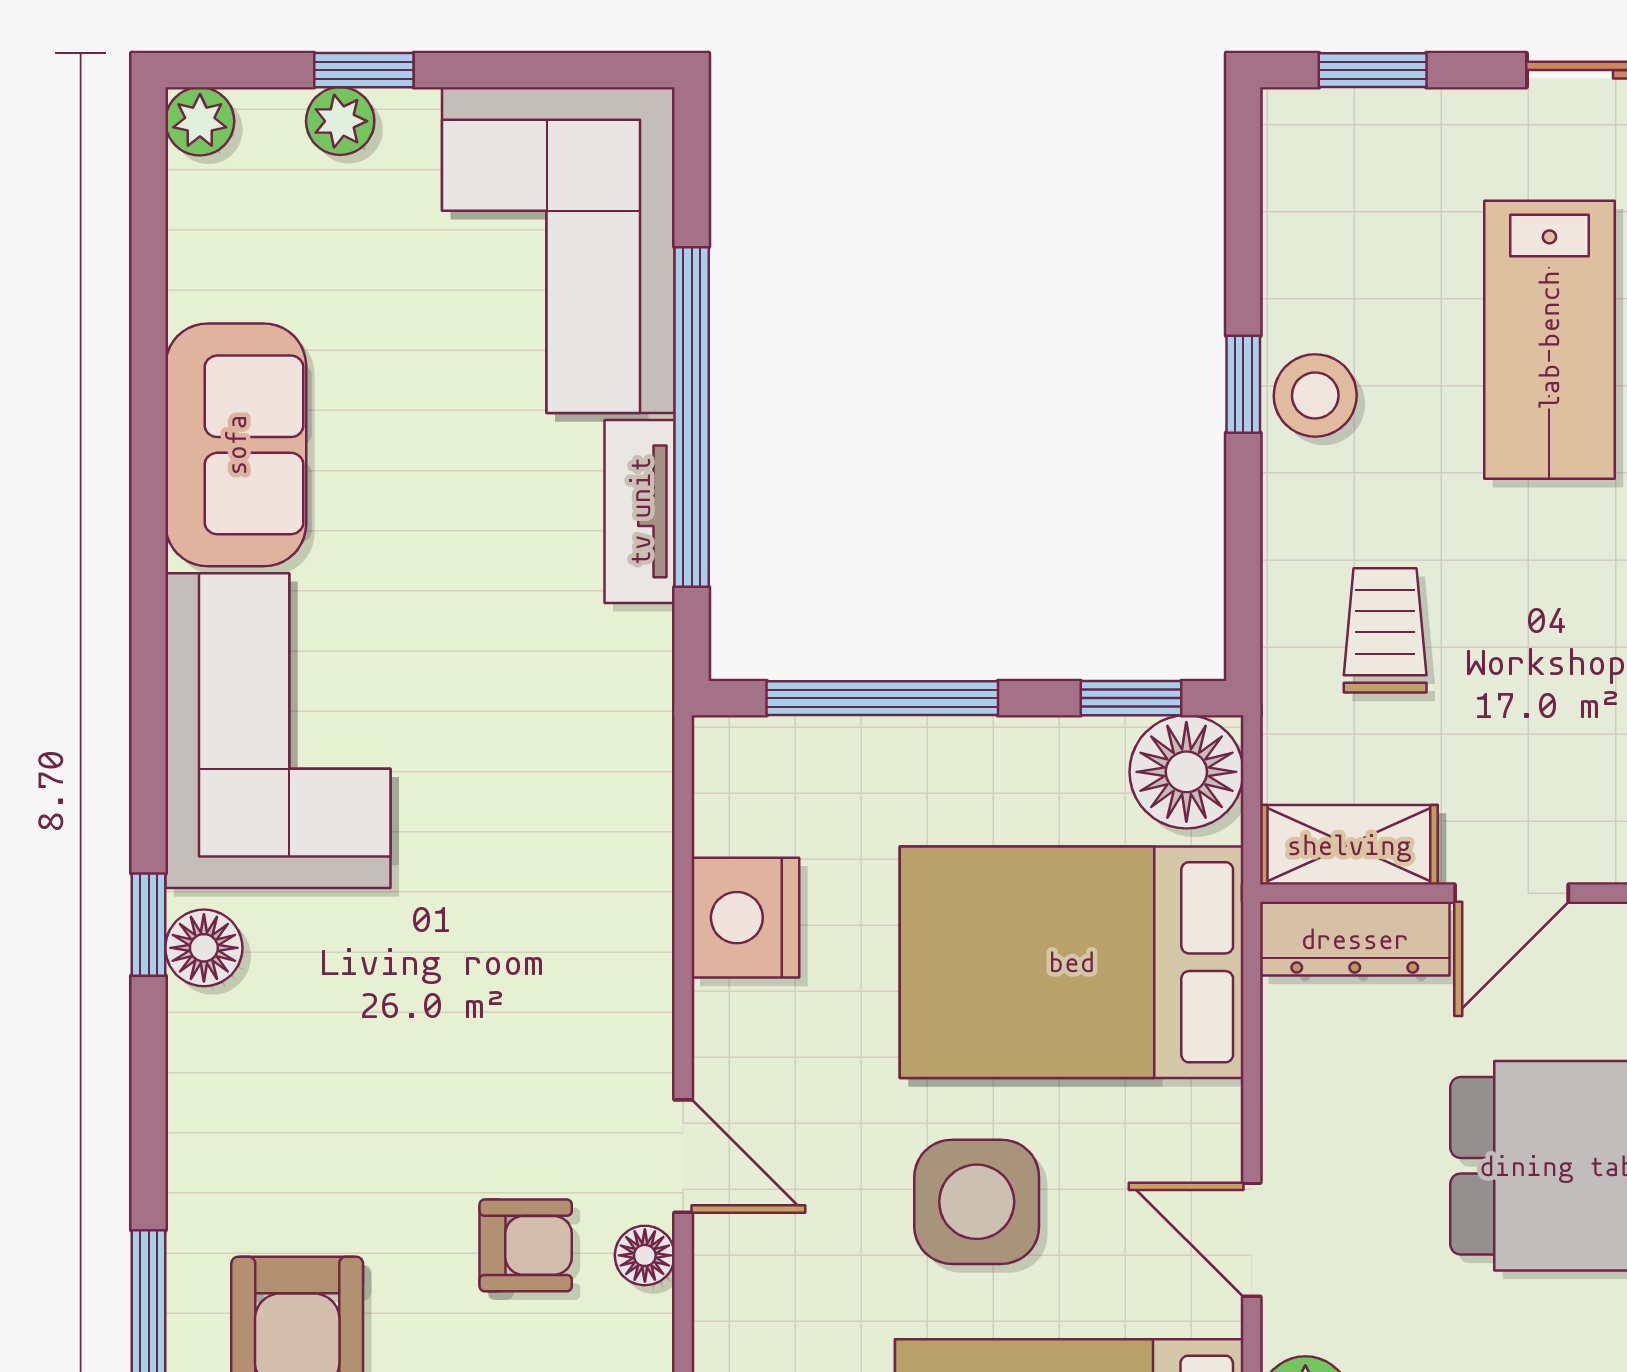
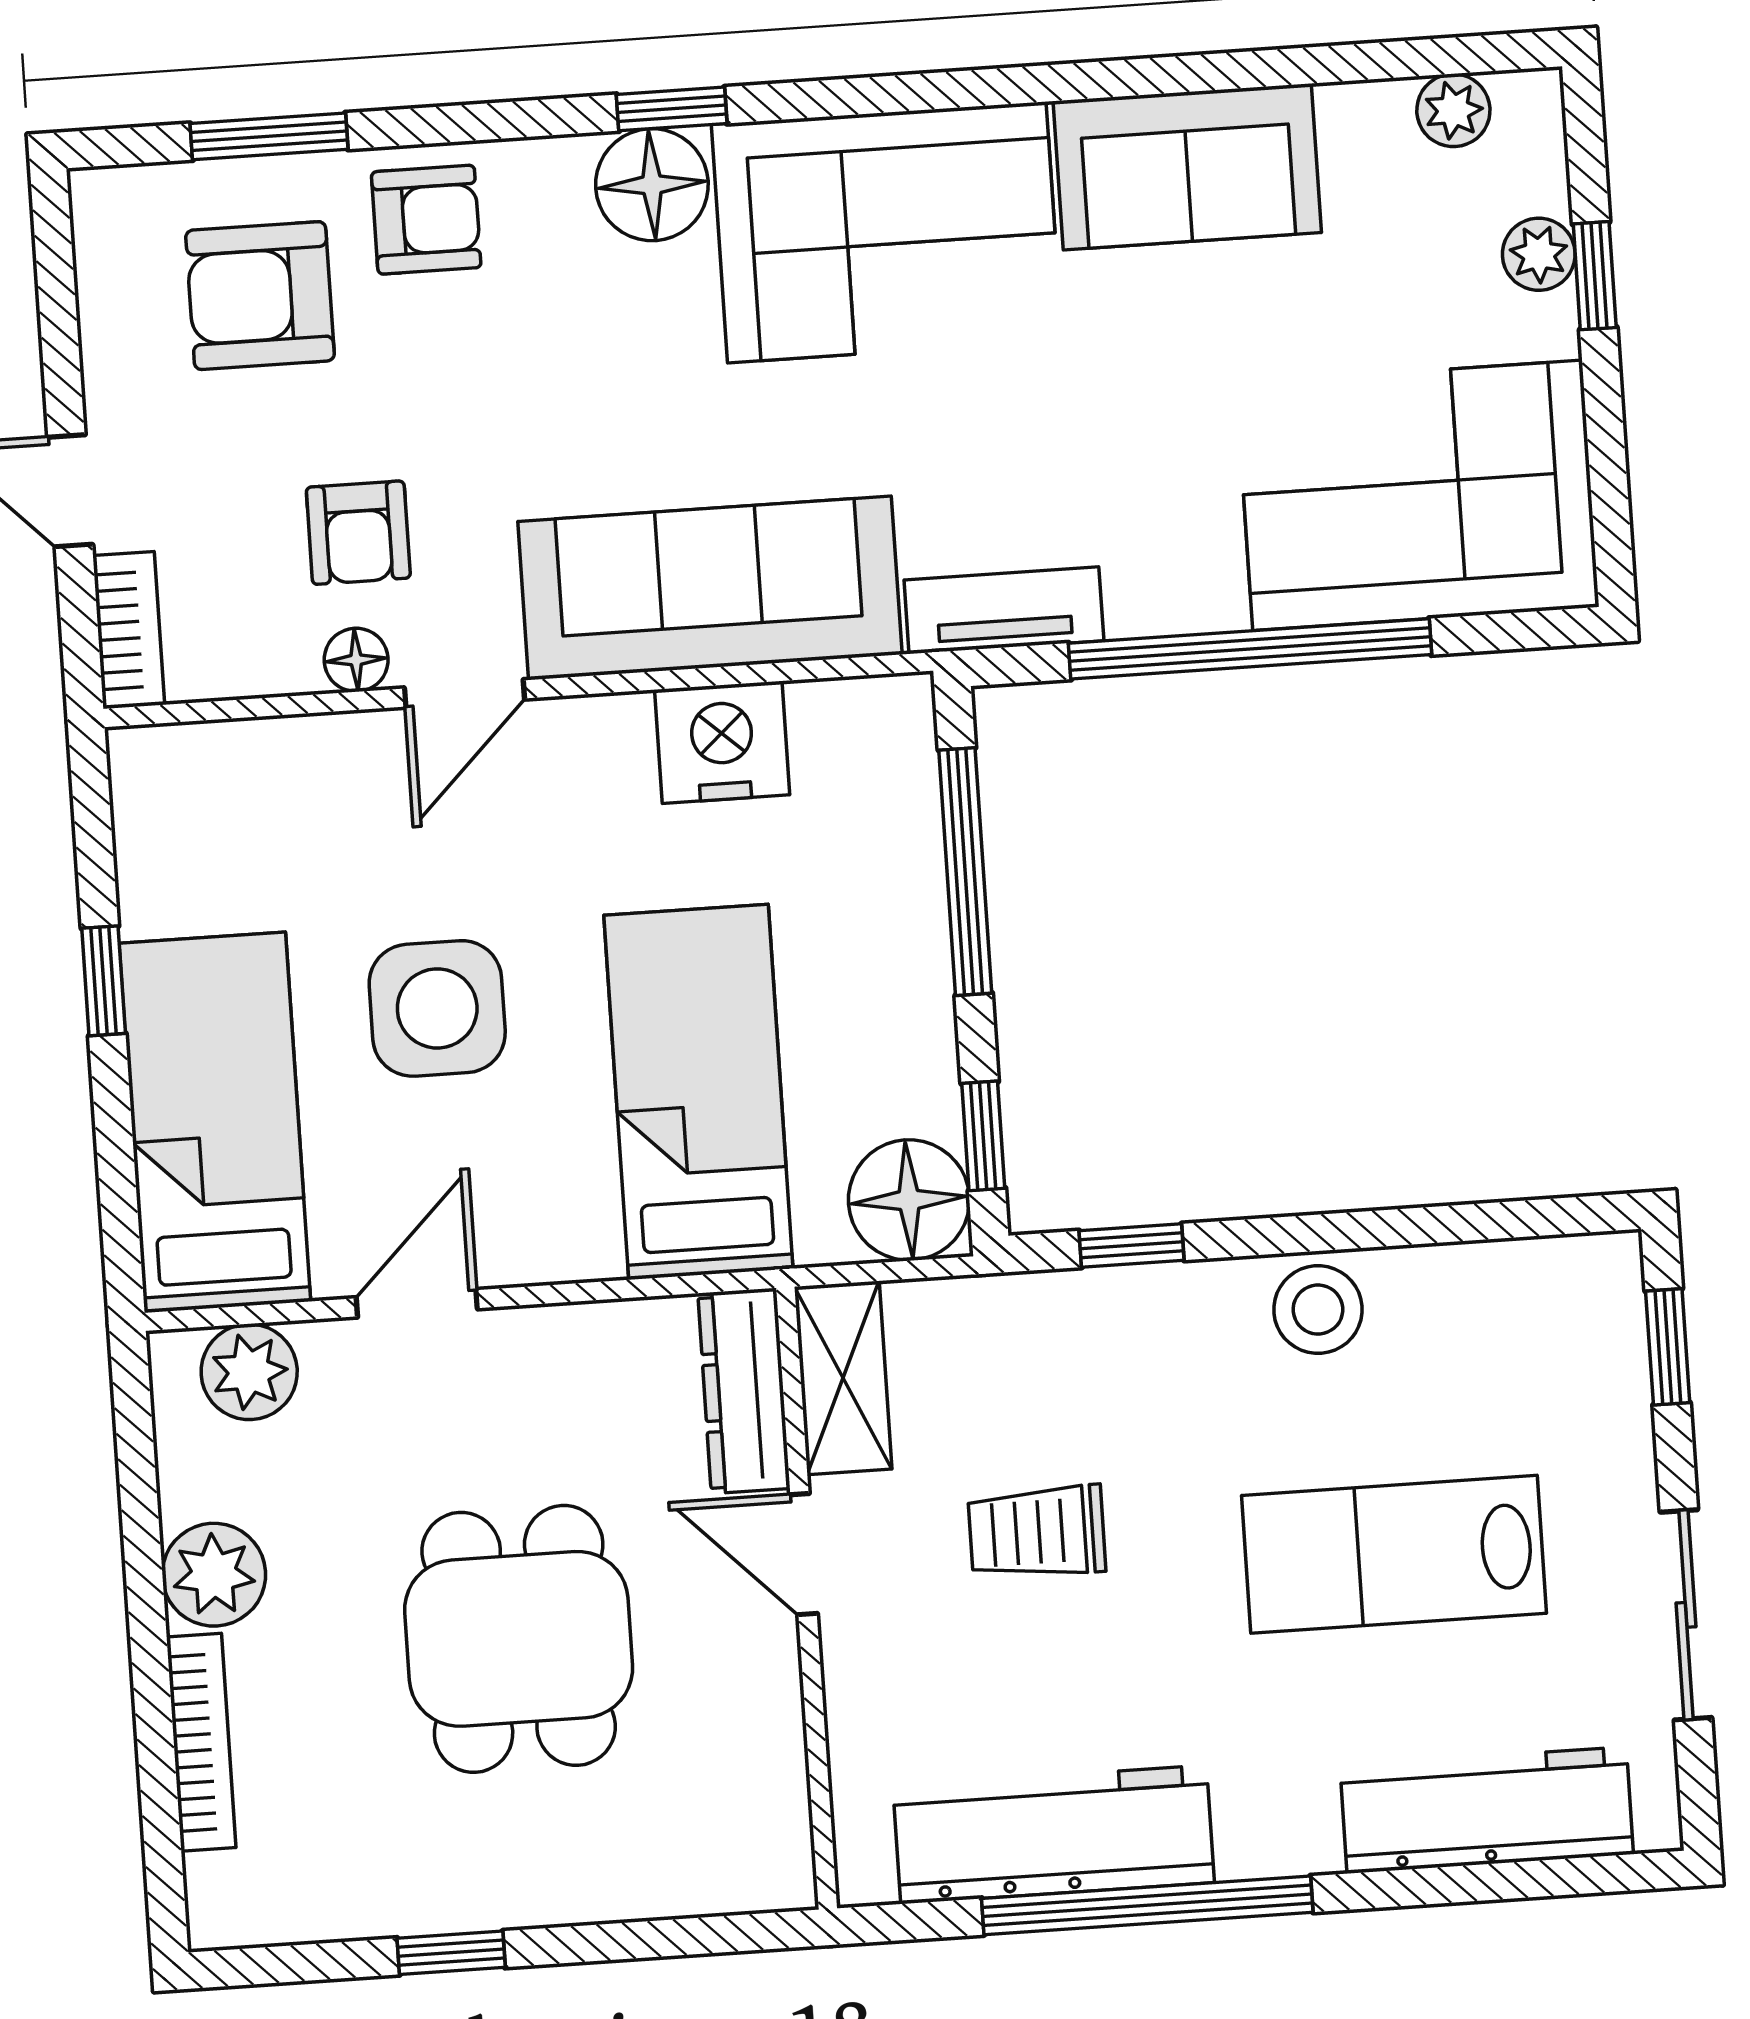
plant: (200, 121) -> (1453, 110), moved
window: (1243, 384) -> (1132, 1245), moved
tv unit: (640, 511) -> (1004, 610), moved
trolley: (1385, 630) -> (1037, 1532), moved, turned 180
sofa: (600, 919) -> (710, 588), added
floor lamp: (204, 948) -> (652, 185), width x1.38, depth x1.38
bed: (1072, 962) -> (698, 1092), width x0.67
armchair: (237, 1162) -> (426, 220), added

